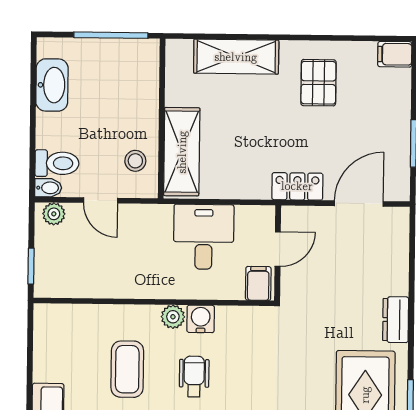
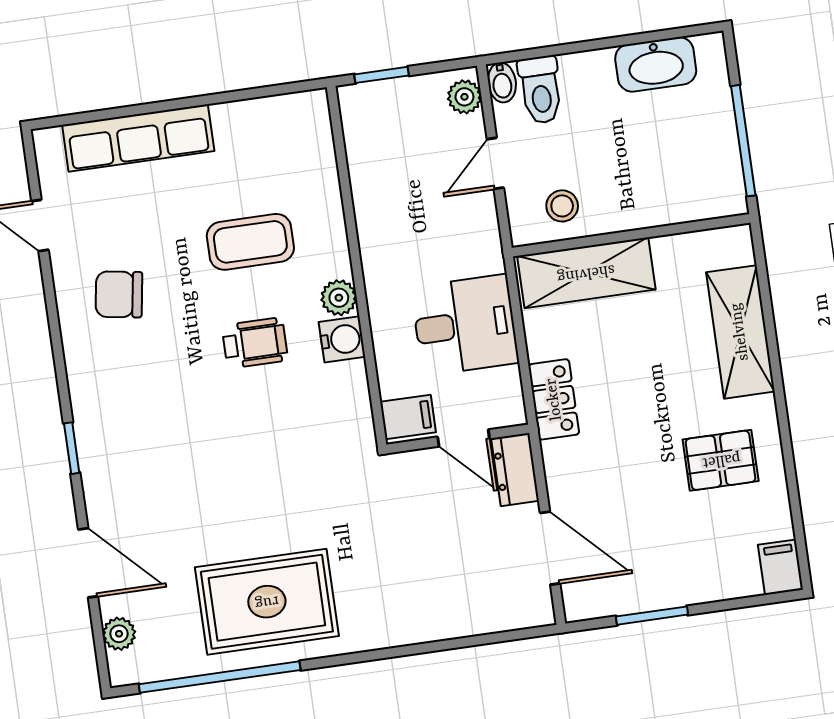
locker: (297, 186) -> (554, 399), moved
dresser: (396, 320) -> (515, 470), moved, turned -90

